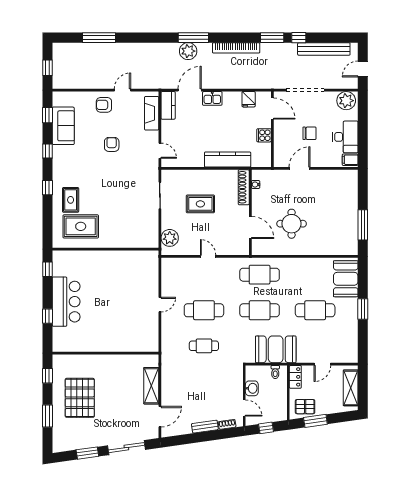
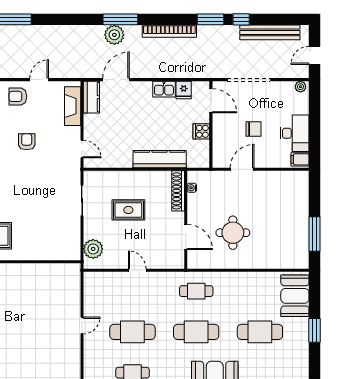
kitchen sink: (212, 98) -> (164, 89), moved
plant: (346, 101) -> (300, 87), width x0.53, depth x0.53
cafe table: (260, 275) -> (196, 291), width x0.73, depth x0.74

